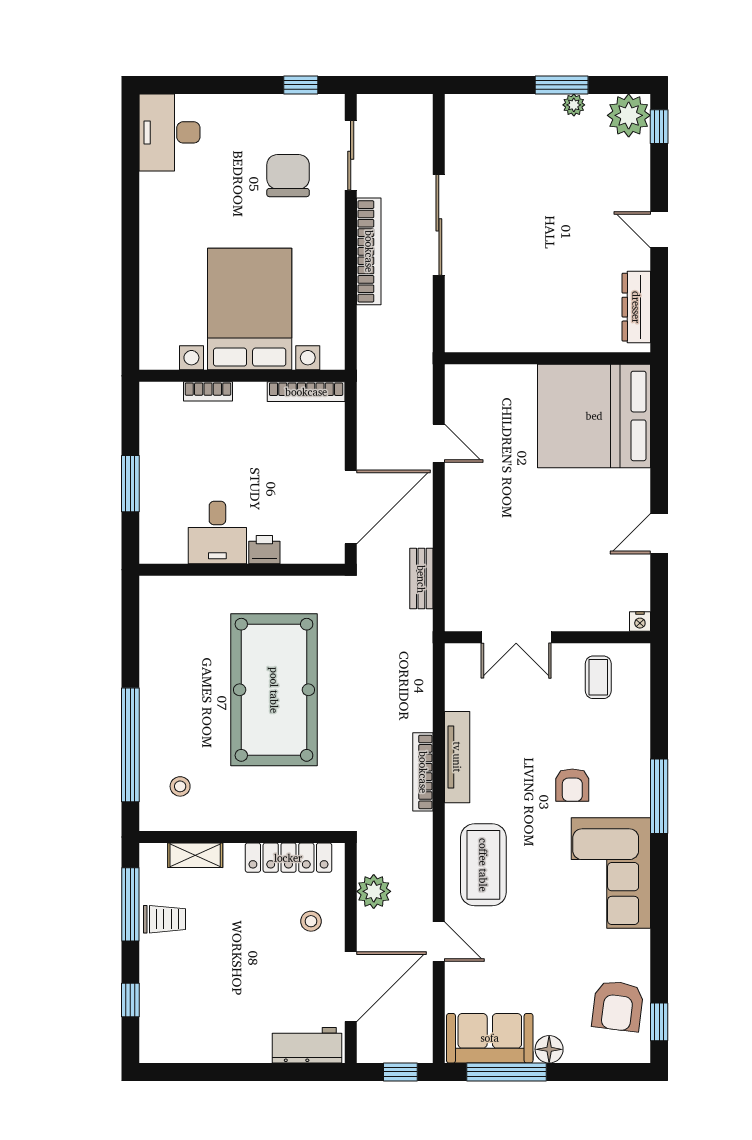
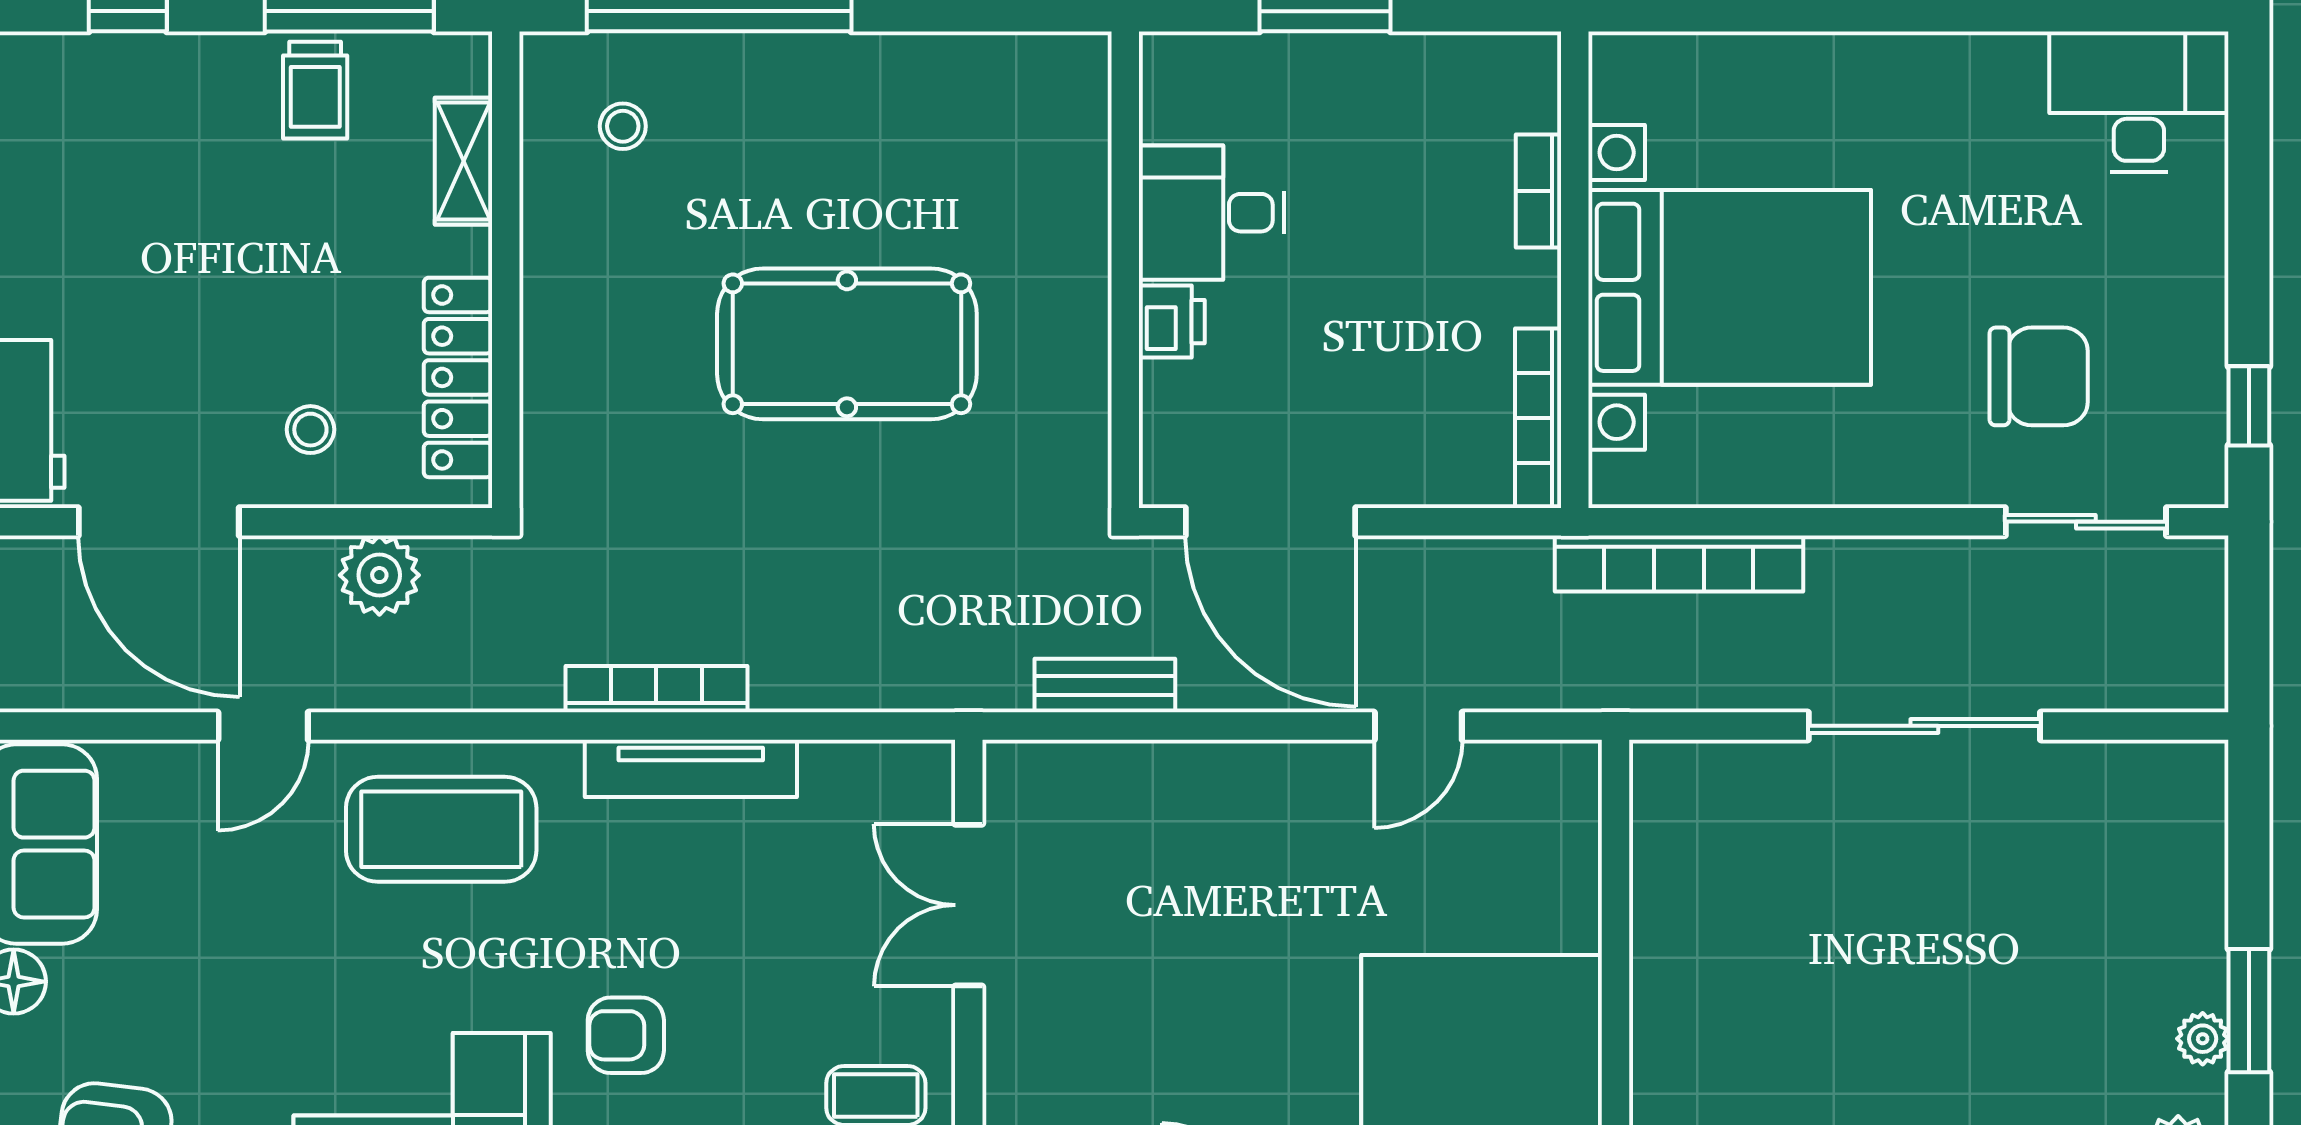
bookcase: (369, 251) -> (1679, 564), moved
pool table: (274, 690) -> (847, 344), width x0.73, depth x0.76

